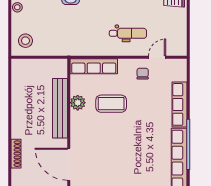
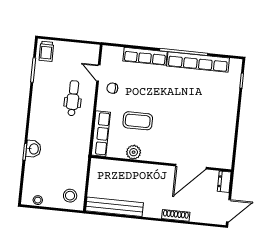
coffee table: (111, 104) -> (138, 121), turned 90
bench: (60, 108) -> (114, 207), moved

